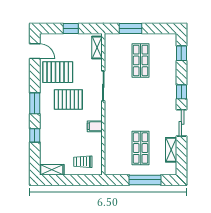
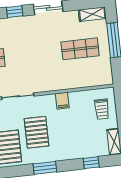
window: (35, 135) -> (91, 163), moved
shelving: (171, 150) -> (92, 14), moved

